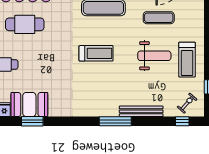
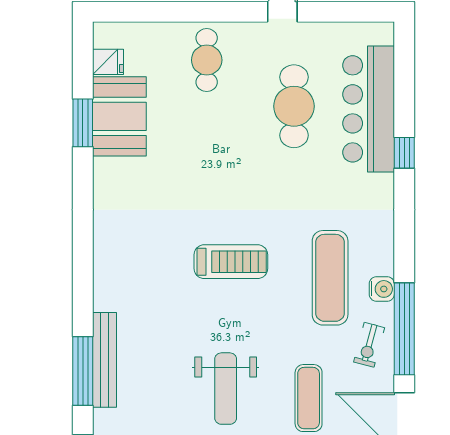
treadmill: (96, 53) -> (231, 262), turned -90
window: (115, 121) -> (83, 371), moved

